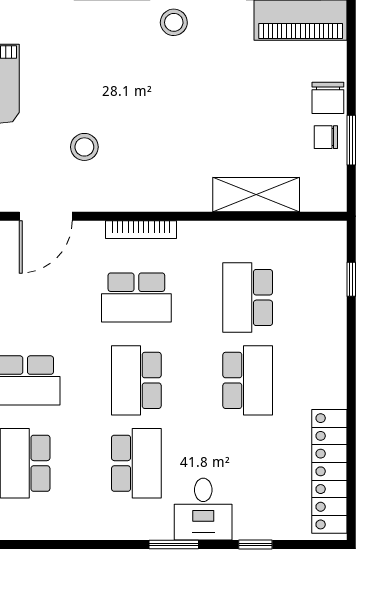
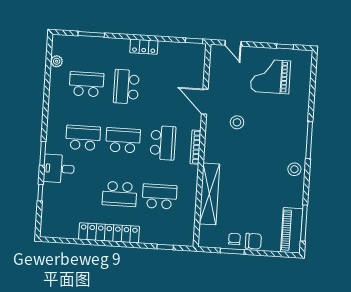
chair: (328, 98) -> (253, 241), turned 180
shelving: (256, 195) -> (209, 194), width x1.47
school desk: (136, 298) -> (163, 143), turned 180
school desk: (136, 463) -> (83, 138), turned 180
locker: (329, 471) -> (109, 233), moved

